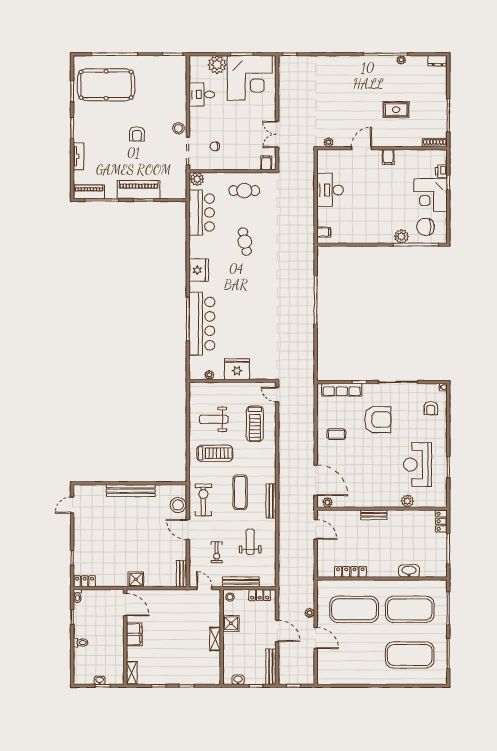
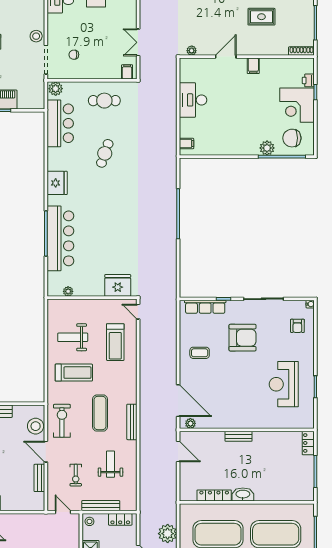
cafe table: (245, 242) -> (105, 153), turned 30
fridge: (237, 369) -> (118, 285), moved
plant: (407, 501) -> (273, 422), removed
washbasin: (409, 571) -> (243, 494), moved
bench: (182, 574) -> (39, 478), moved
plant: (310, 613) -> (168, 534), width x1.87, depth x1.87

